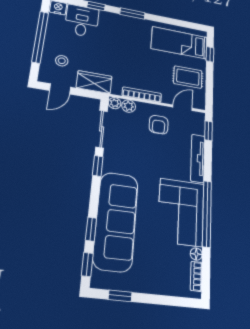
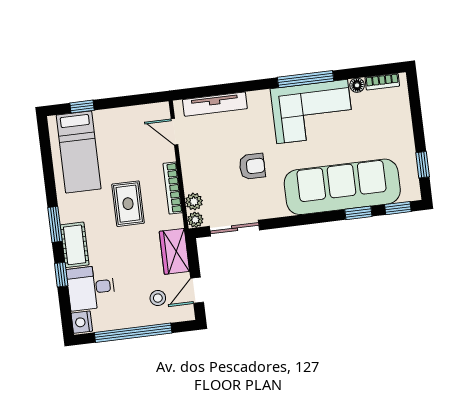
cot: (115, 21) -> (75, 245), added
rug: (188, 77) -> (128, 204), moved
door: (60, 89) -> (197, 290), swing flipped
armchair: (159, 125) -> (252, 166), moved
window: (209, 131) -> (197, 92), removed
tv unit: (198, 158) -> (215, 104), moved
window: (98, 166) -> (283, 222), removed
window: (207, 213) -> (306, 79), width x0.68

